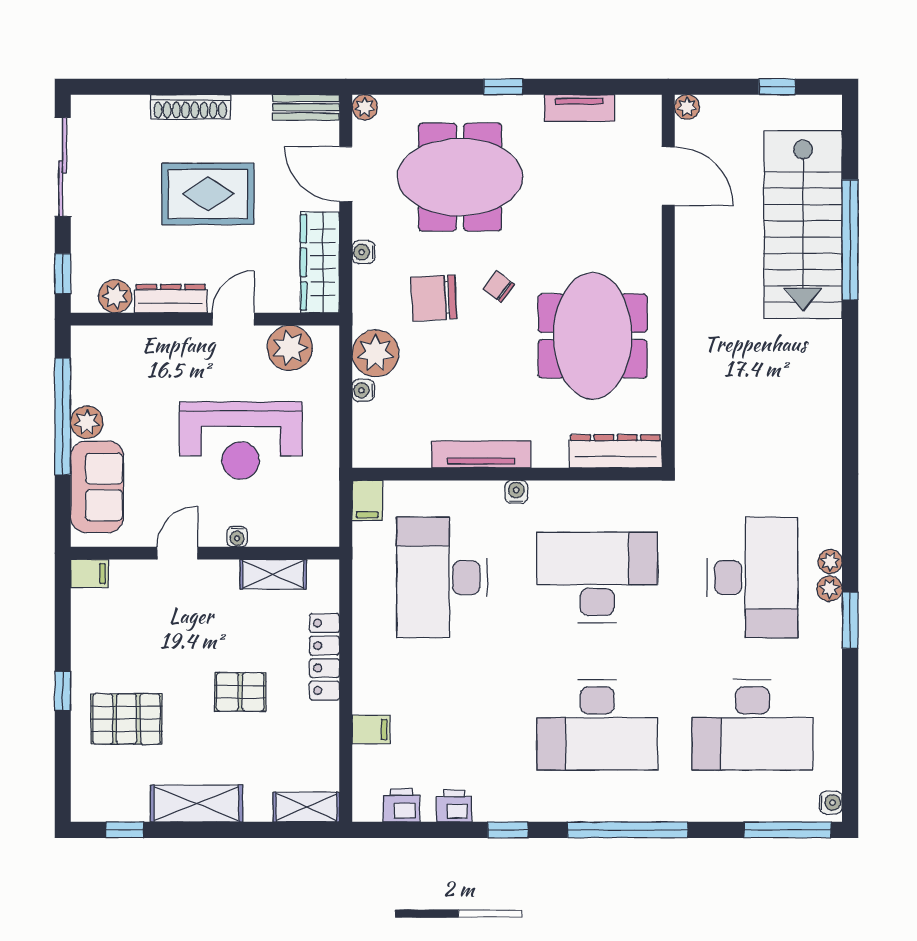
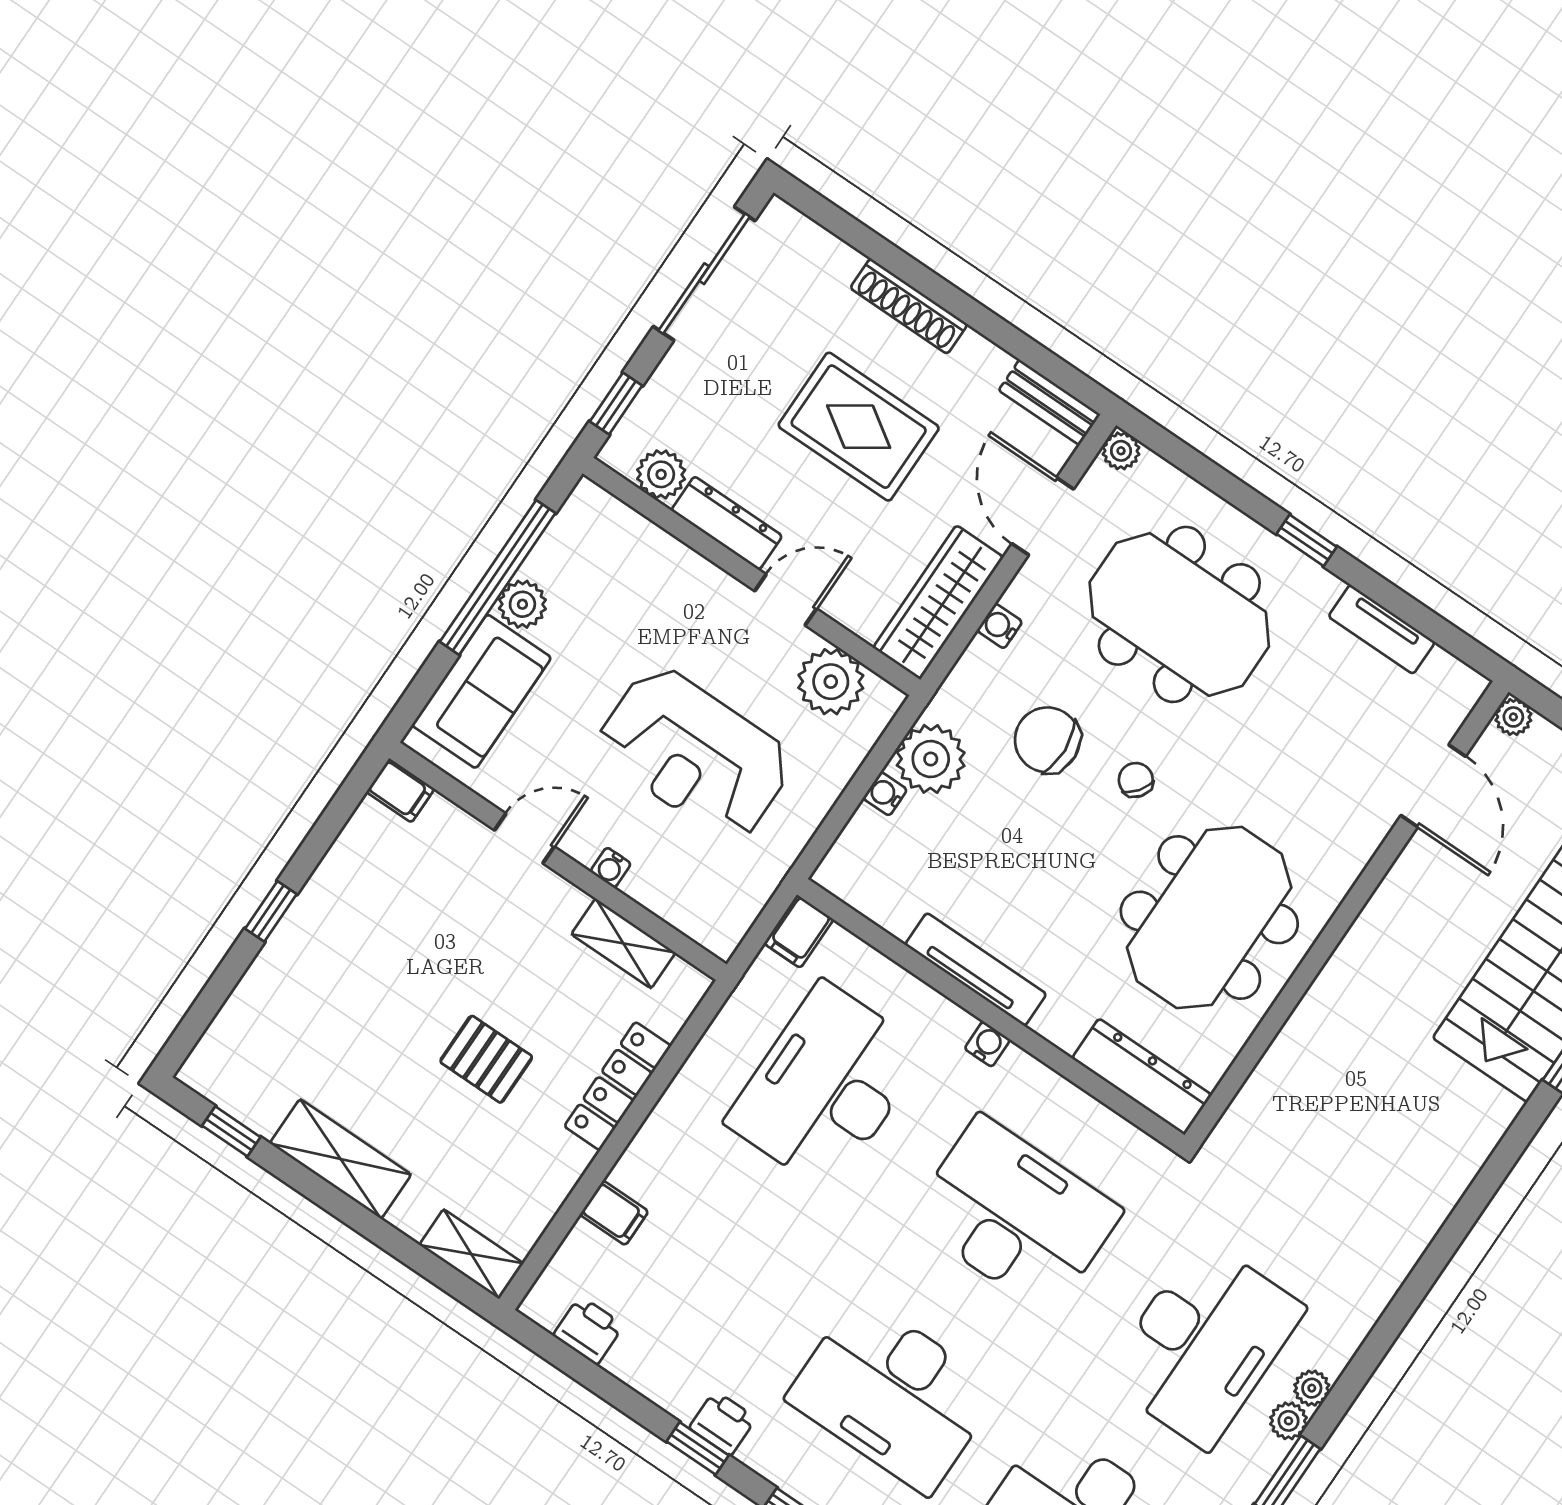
pallet: (126, 719) -> (325, 998), removed
printer: (454, 806) -> (723, 1423), moved

